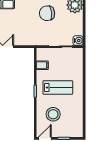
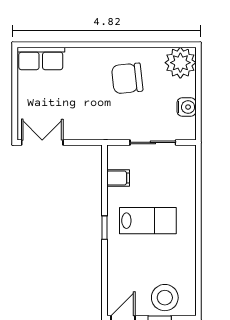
water cooler: (78, 40) -> (187, 107), moved
stool: (53, 114) -> (165, 298), moved

